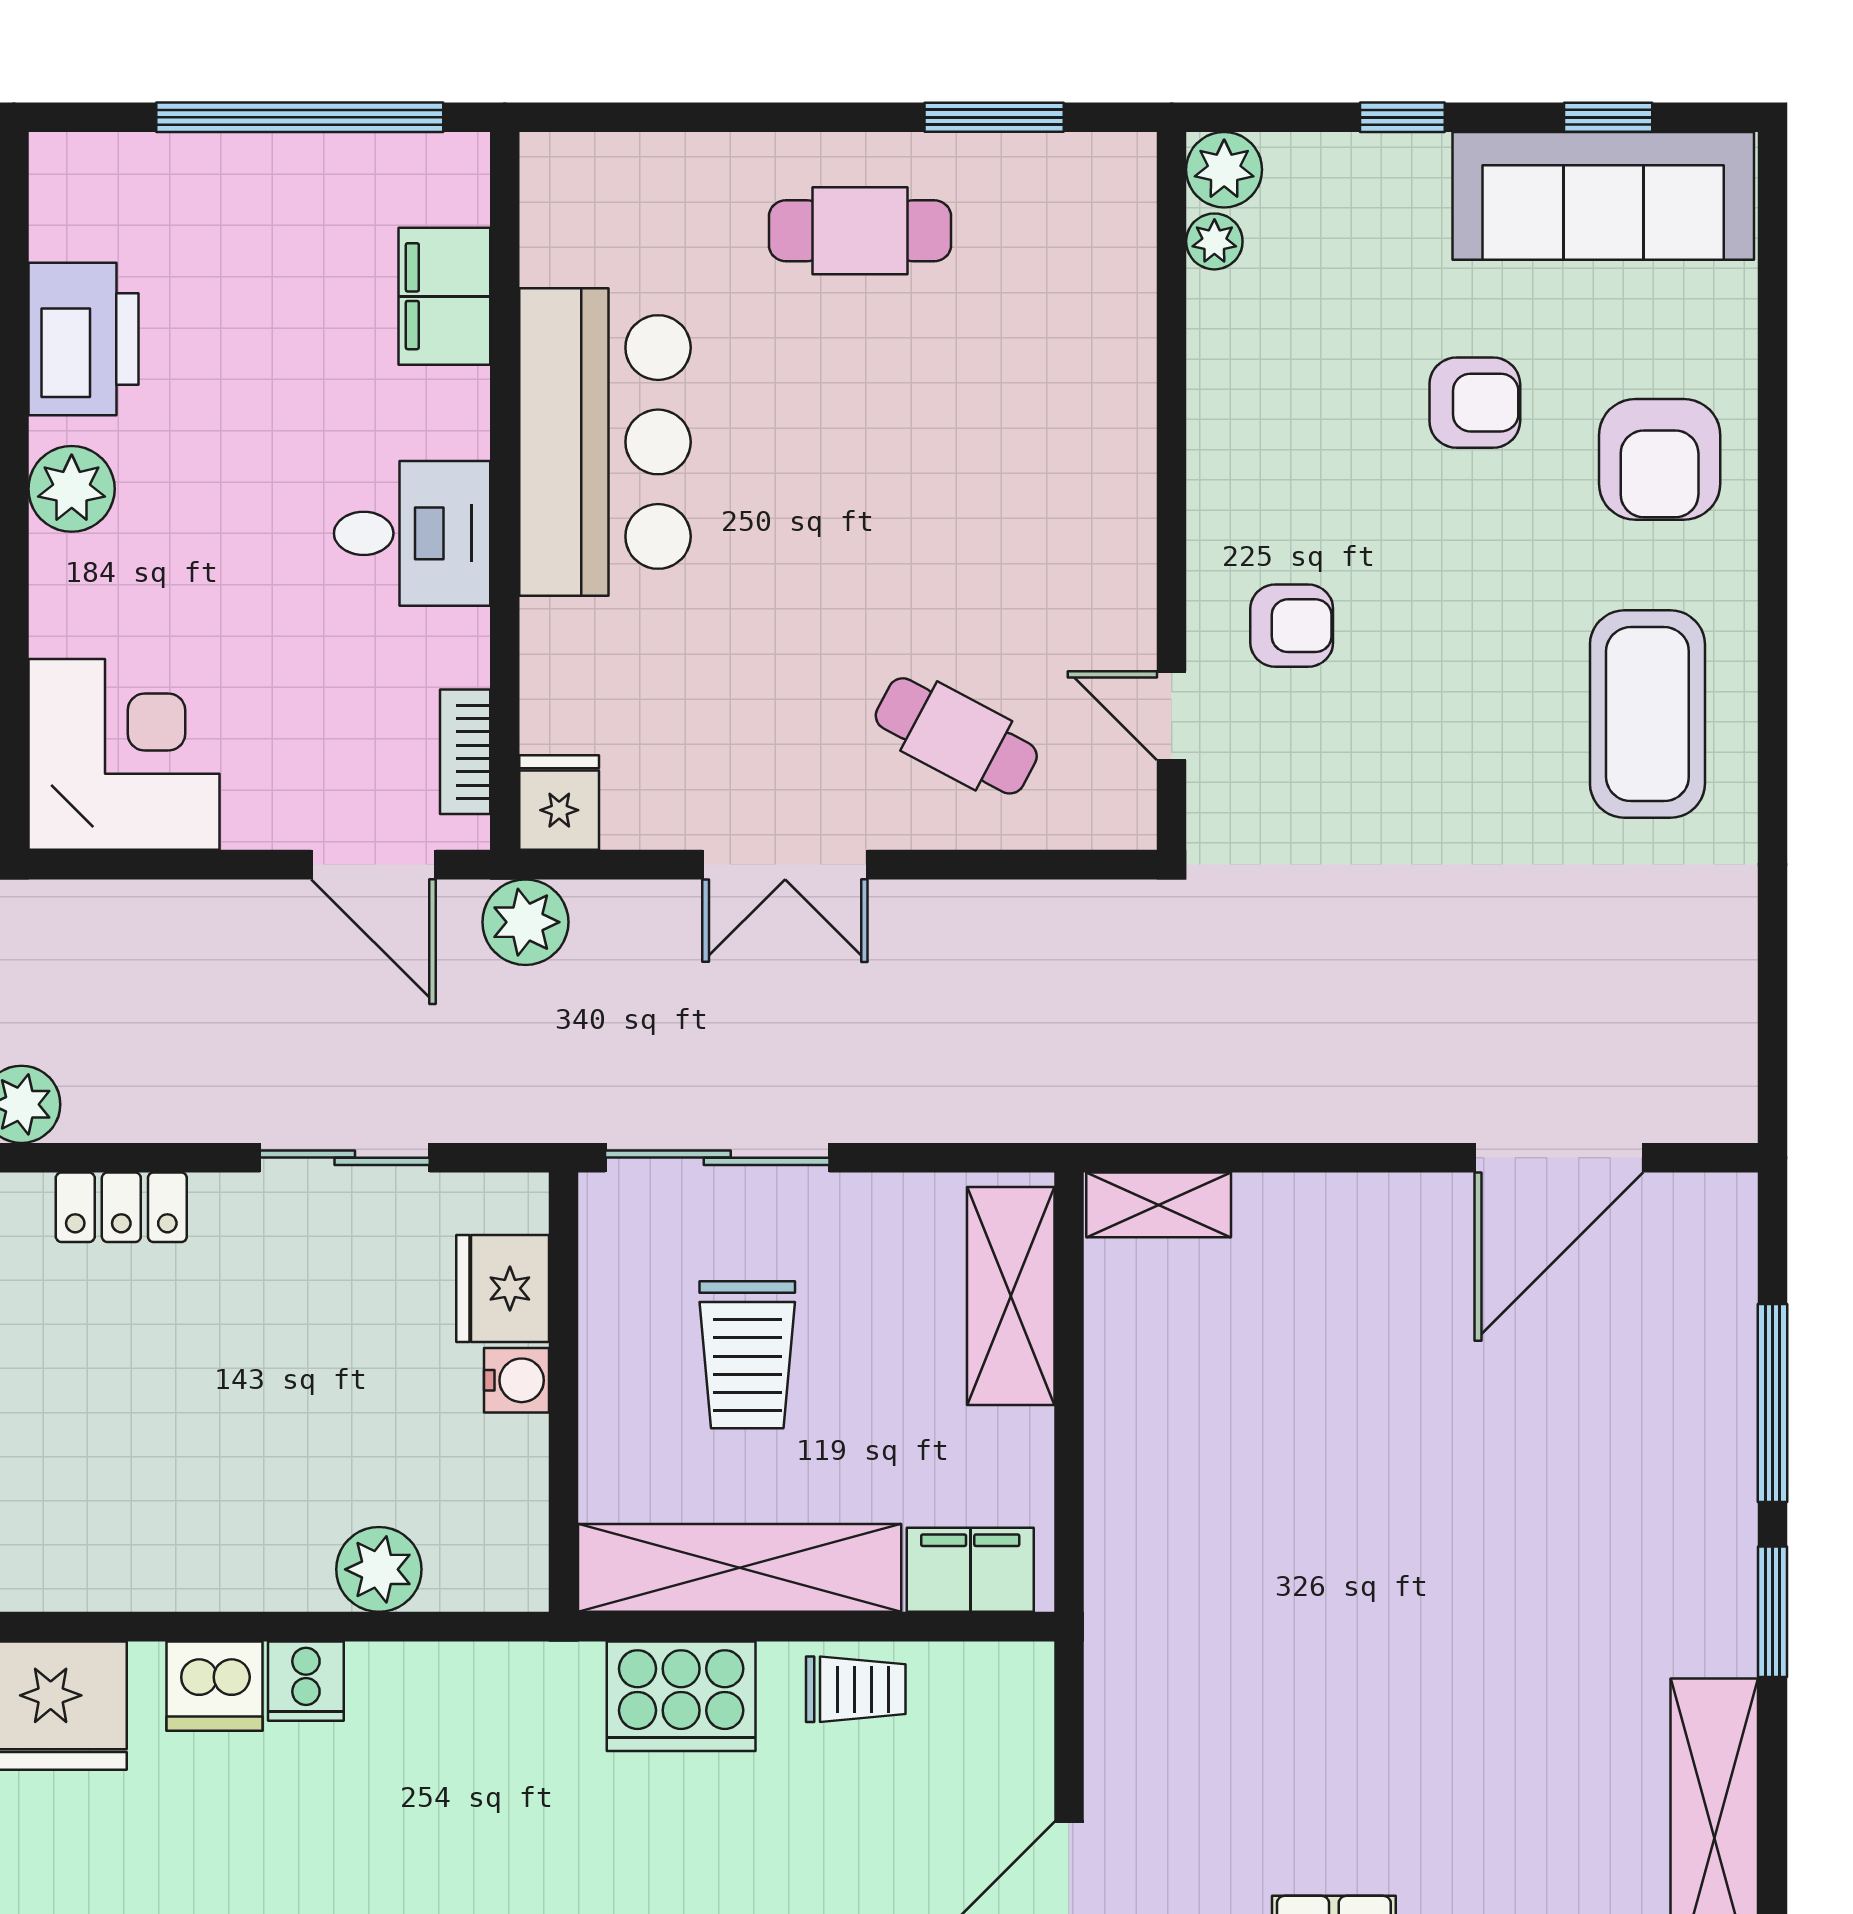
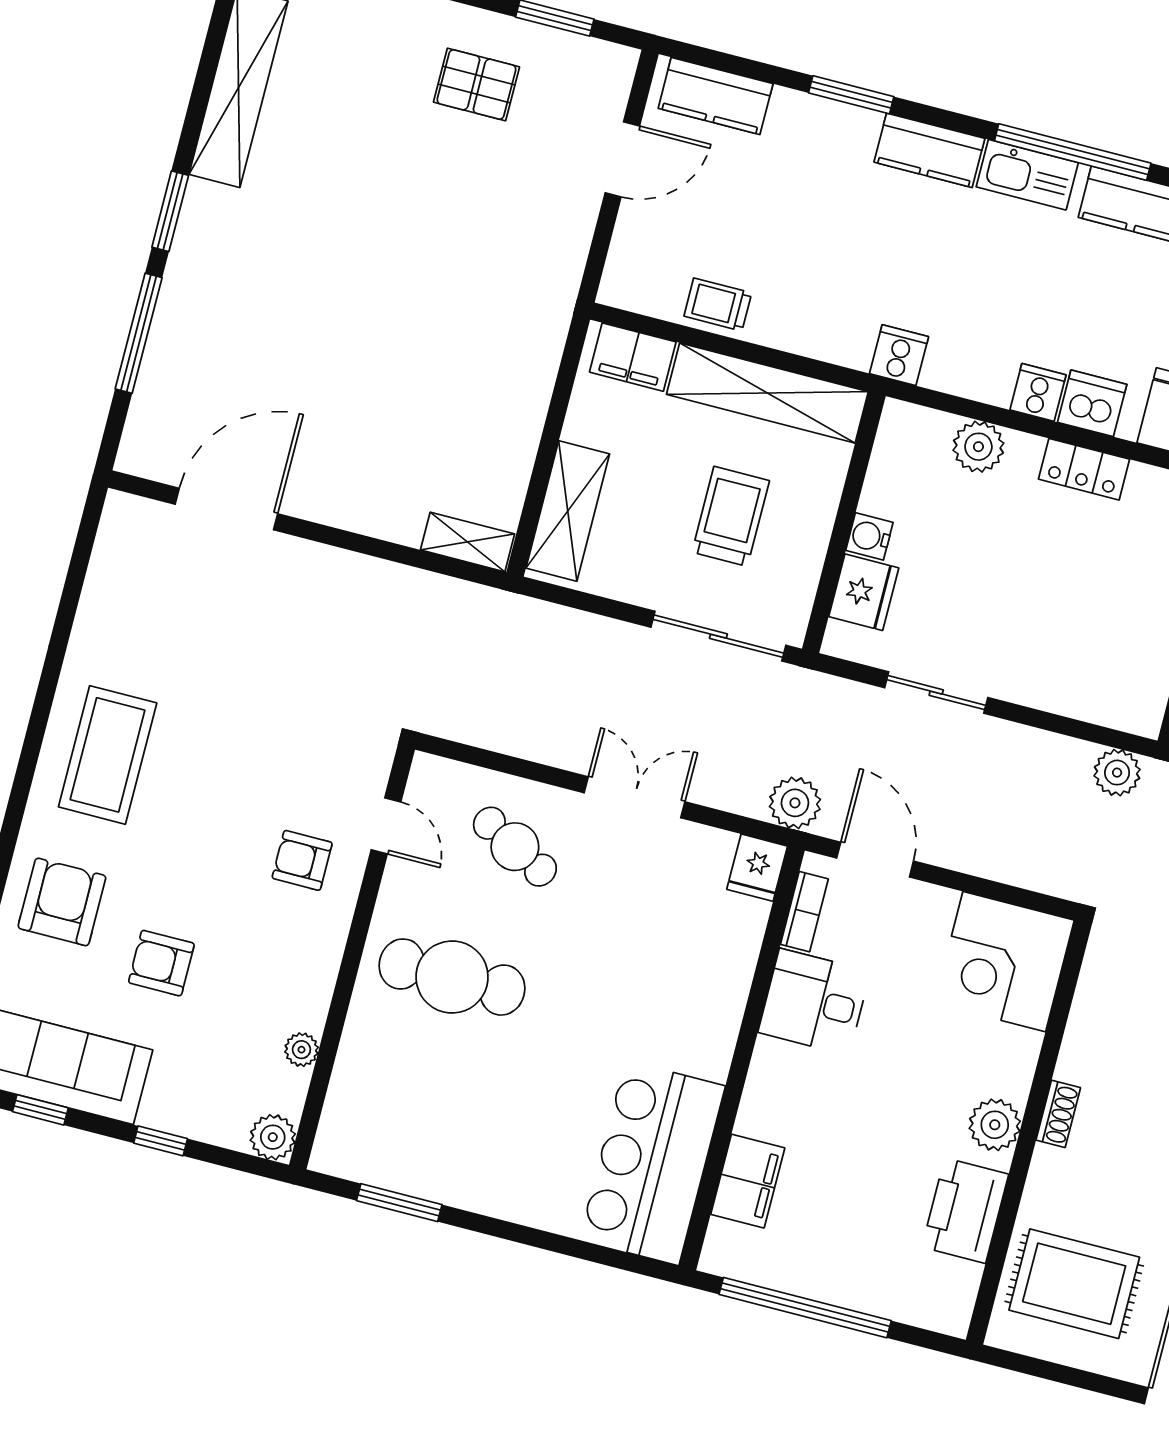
cafe table: (860, 231) -> (452, 977), moved, width x1.37, depth x1.35
plant: (1214, 241) -> (301, 1050), moved
bar counter: (605, 442) -> (652, 1163), moved
desk: (412, 533) -> (814, 1002), moved
locker: (121, 1207) -> (1084, 469), moved, turned 180
cooker: (681, 1696) -> (899, 355), moved, width x0.53, depth x0.76

